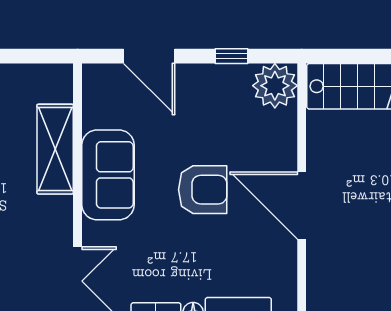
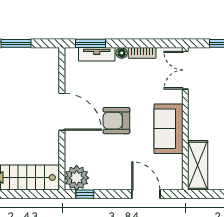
window: (232, 56) -> (85, 194), moved
shelving: (55, 149) -> (198, 165), moved

